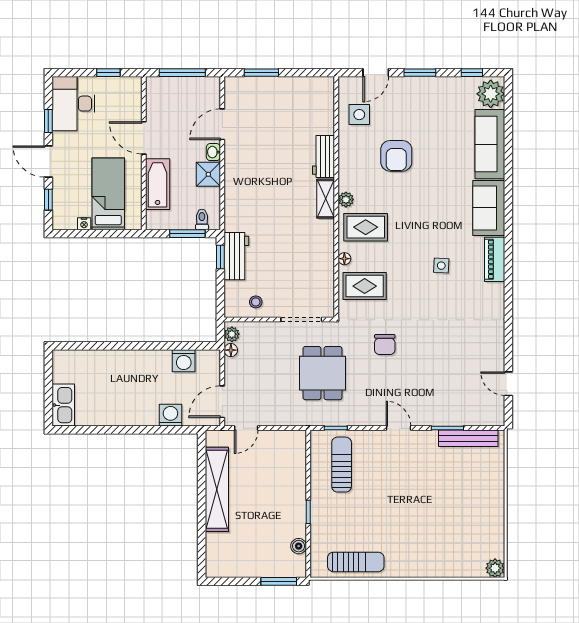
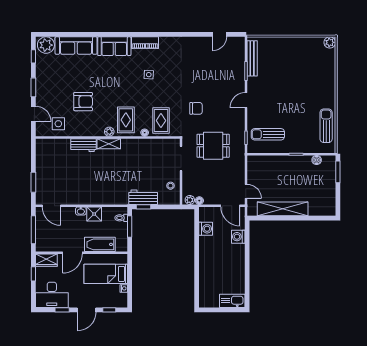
wardrobe: (131, 95) -> (46, 260), added
door: (222, 124) -> (51, 206), moved

